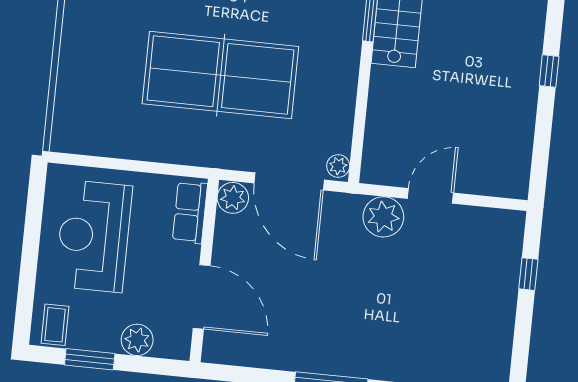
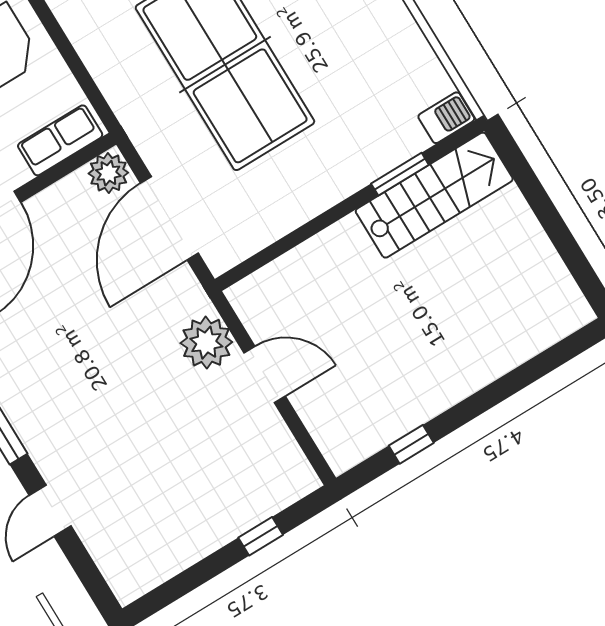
window: (549, 71) -> (411, 444), moved
plant: (338, 166) -> (223, 256), removed

